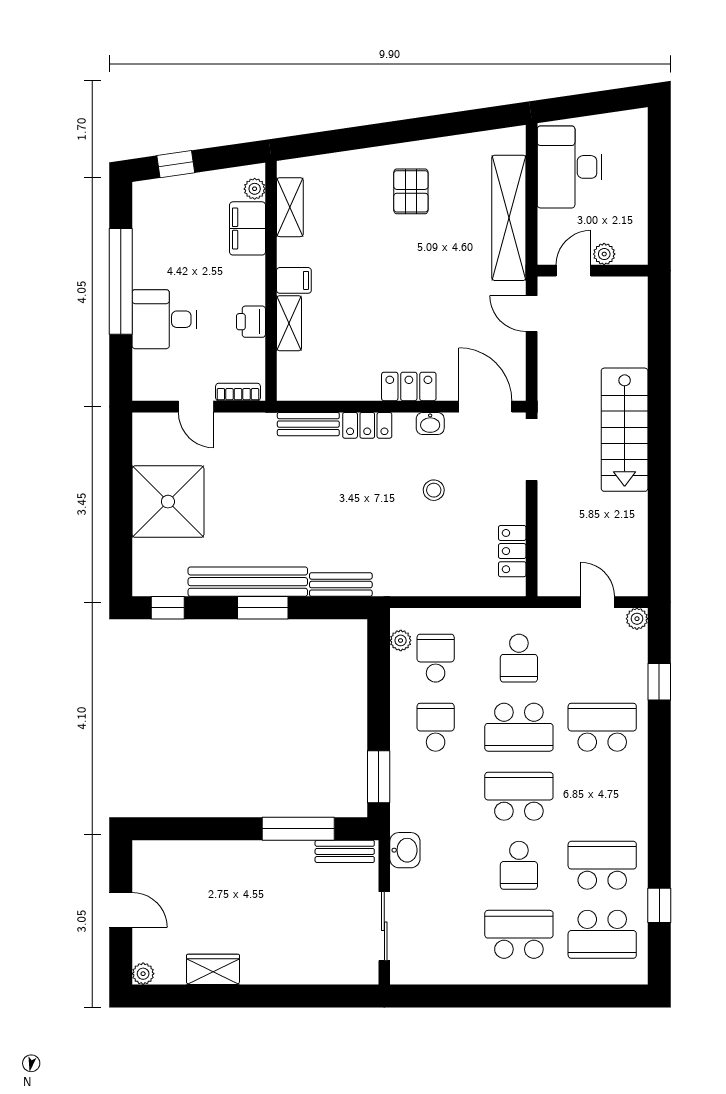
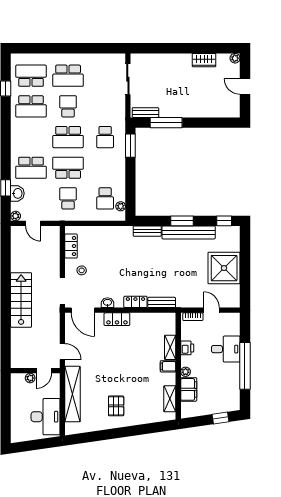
plant: (255, 189) -> (186, 372), moved
stool: (434, 490) -> (82, 270), moved
school desk: (436, 727) -> (105, 137), moved
washbasin: (405, 850) -> (17, 193), moved, turned 180

